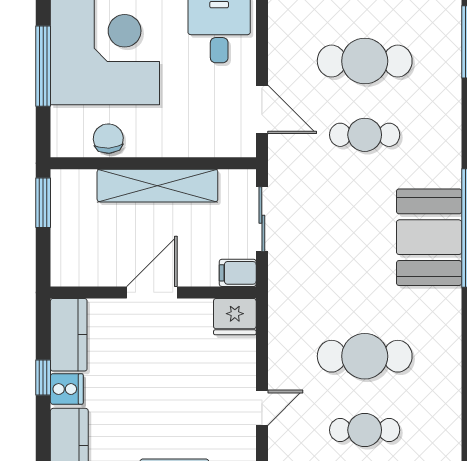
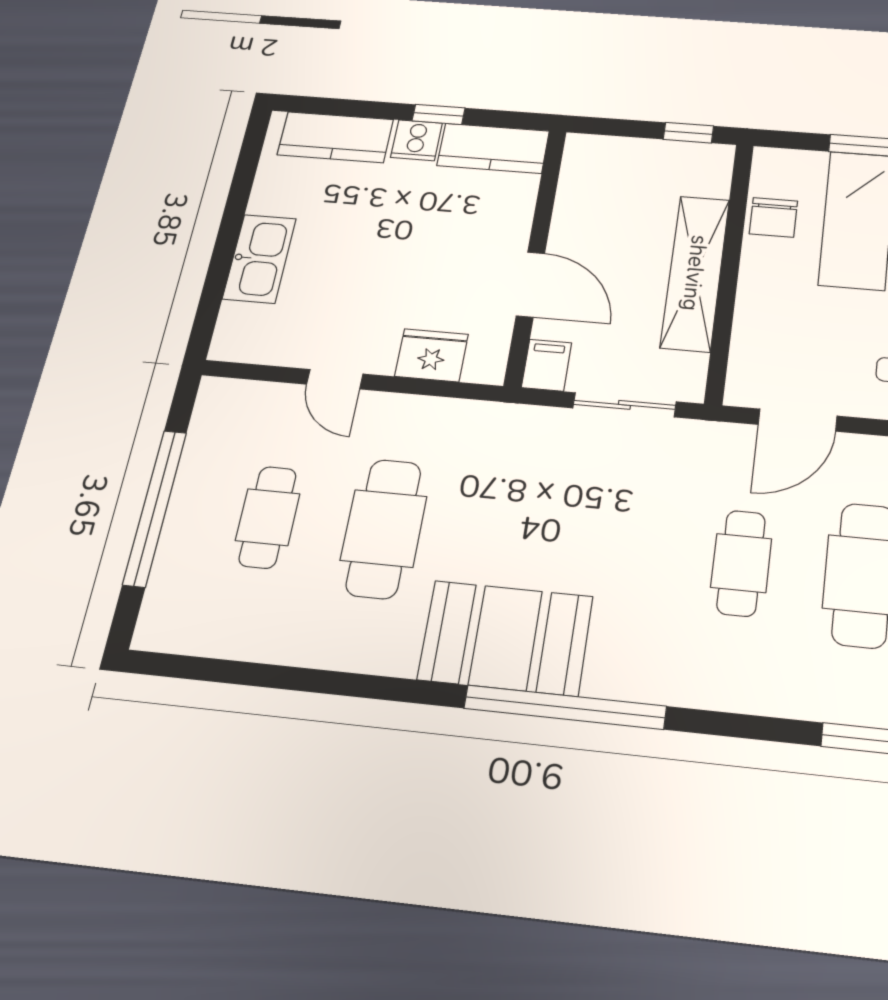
chair: (108, 139) -> (773, 217), turned 93
window: (43, 203) -> (688, 133), width x0.67
booth: (429, 237) -> (505, 638), moved
door: (152, 292) -> (530, 285), moved
fridge: (235, 317) -> (432, 355), moved, turned 90

